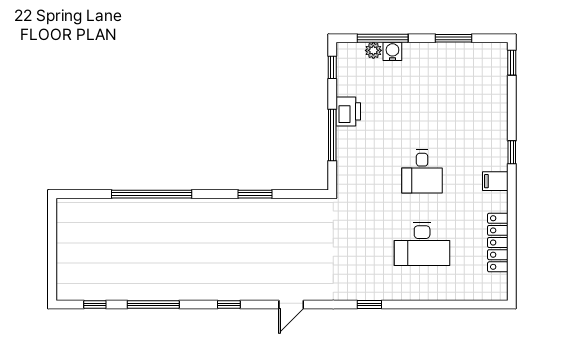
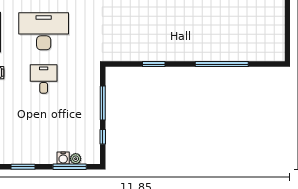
window: (332, 67) -> (103, 137), moved
printer: (348, 111) -> (92, 118), removed
desk: (422, 244) -> (44, 31), width x1.36, depth x1.30

